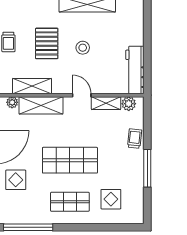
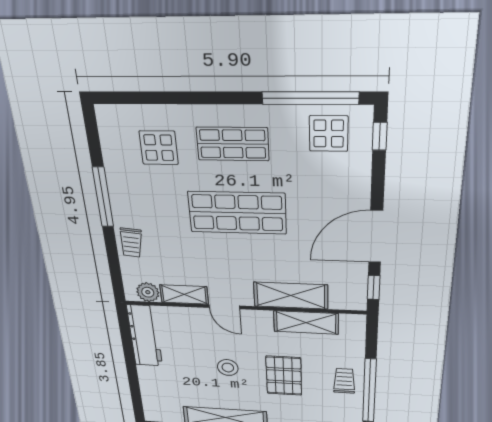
plant: (12, 102) -> (339, 302), removed
display table: (16, 180) -> (329, 134), moved

